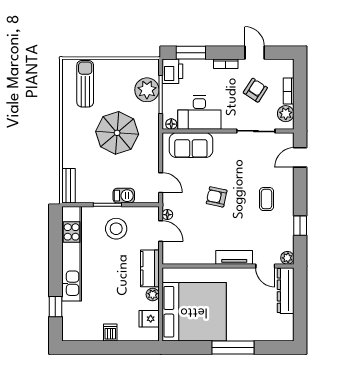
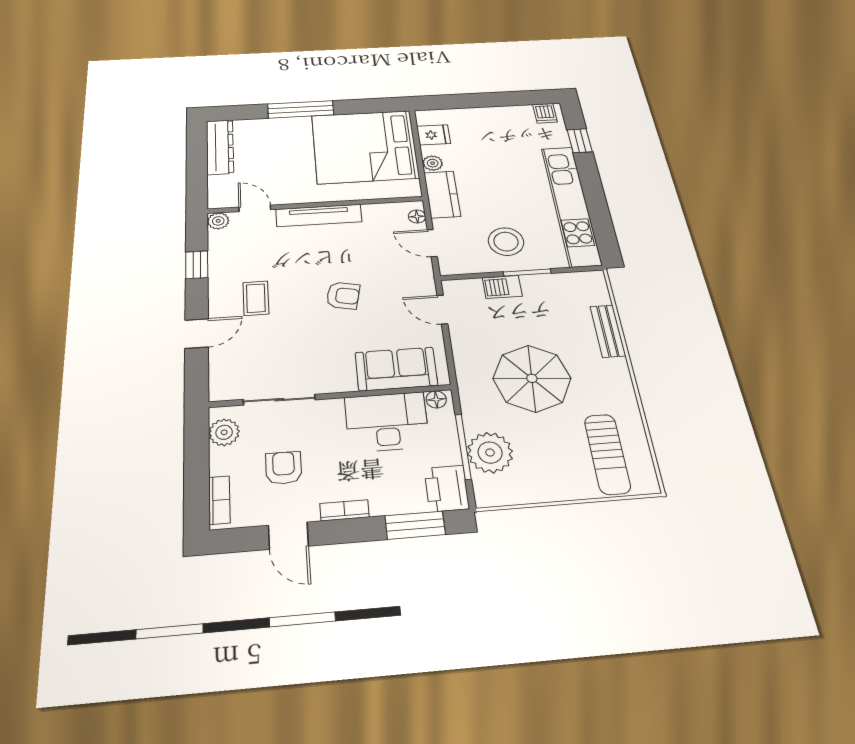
armchair: (255, 90) -> (284, 468), turned 147
bookcase: (289, 91) -> (219, 500), moved
door: (300, 157) -> (197, 333), moved
bench: (68, 186) -> (608, 331), moved
floor lamp: (167, 215) -> (417, 216), moved
tv unit: (234, 257) -> (319, 215), width x1.41
dresser: (286, 291) -> (220, 147), moved
dishwasher: (110, 333) -> (545, 113), moved

